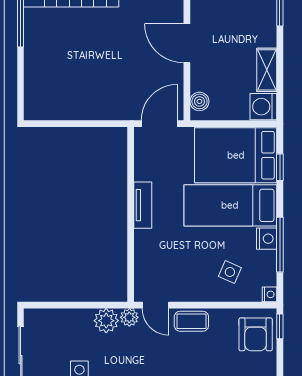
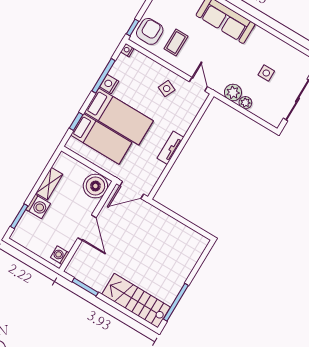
boiler: (199, 101) -> (95, 186), width x1.86, depth x1.86
washing machine: (263, 107) -> (38, 207), moved
bed: (236, 155) -> (101, 139), width x0.67
side table: (230, 272) -> (167, 89), moved
plant: (129, 317) -> (245, 103), moved
coffee table: (191, 321) -> (176, 43), moved, turned 90

